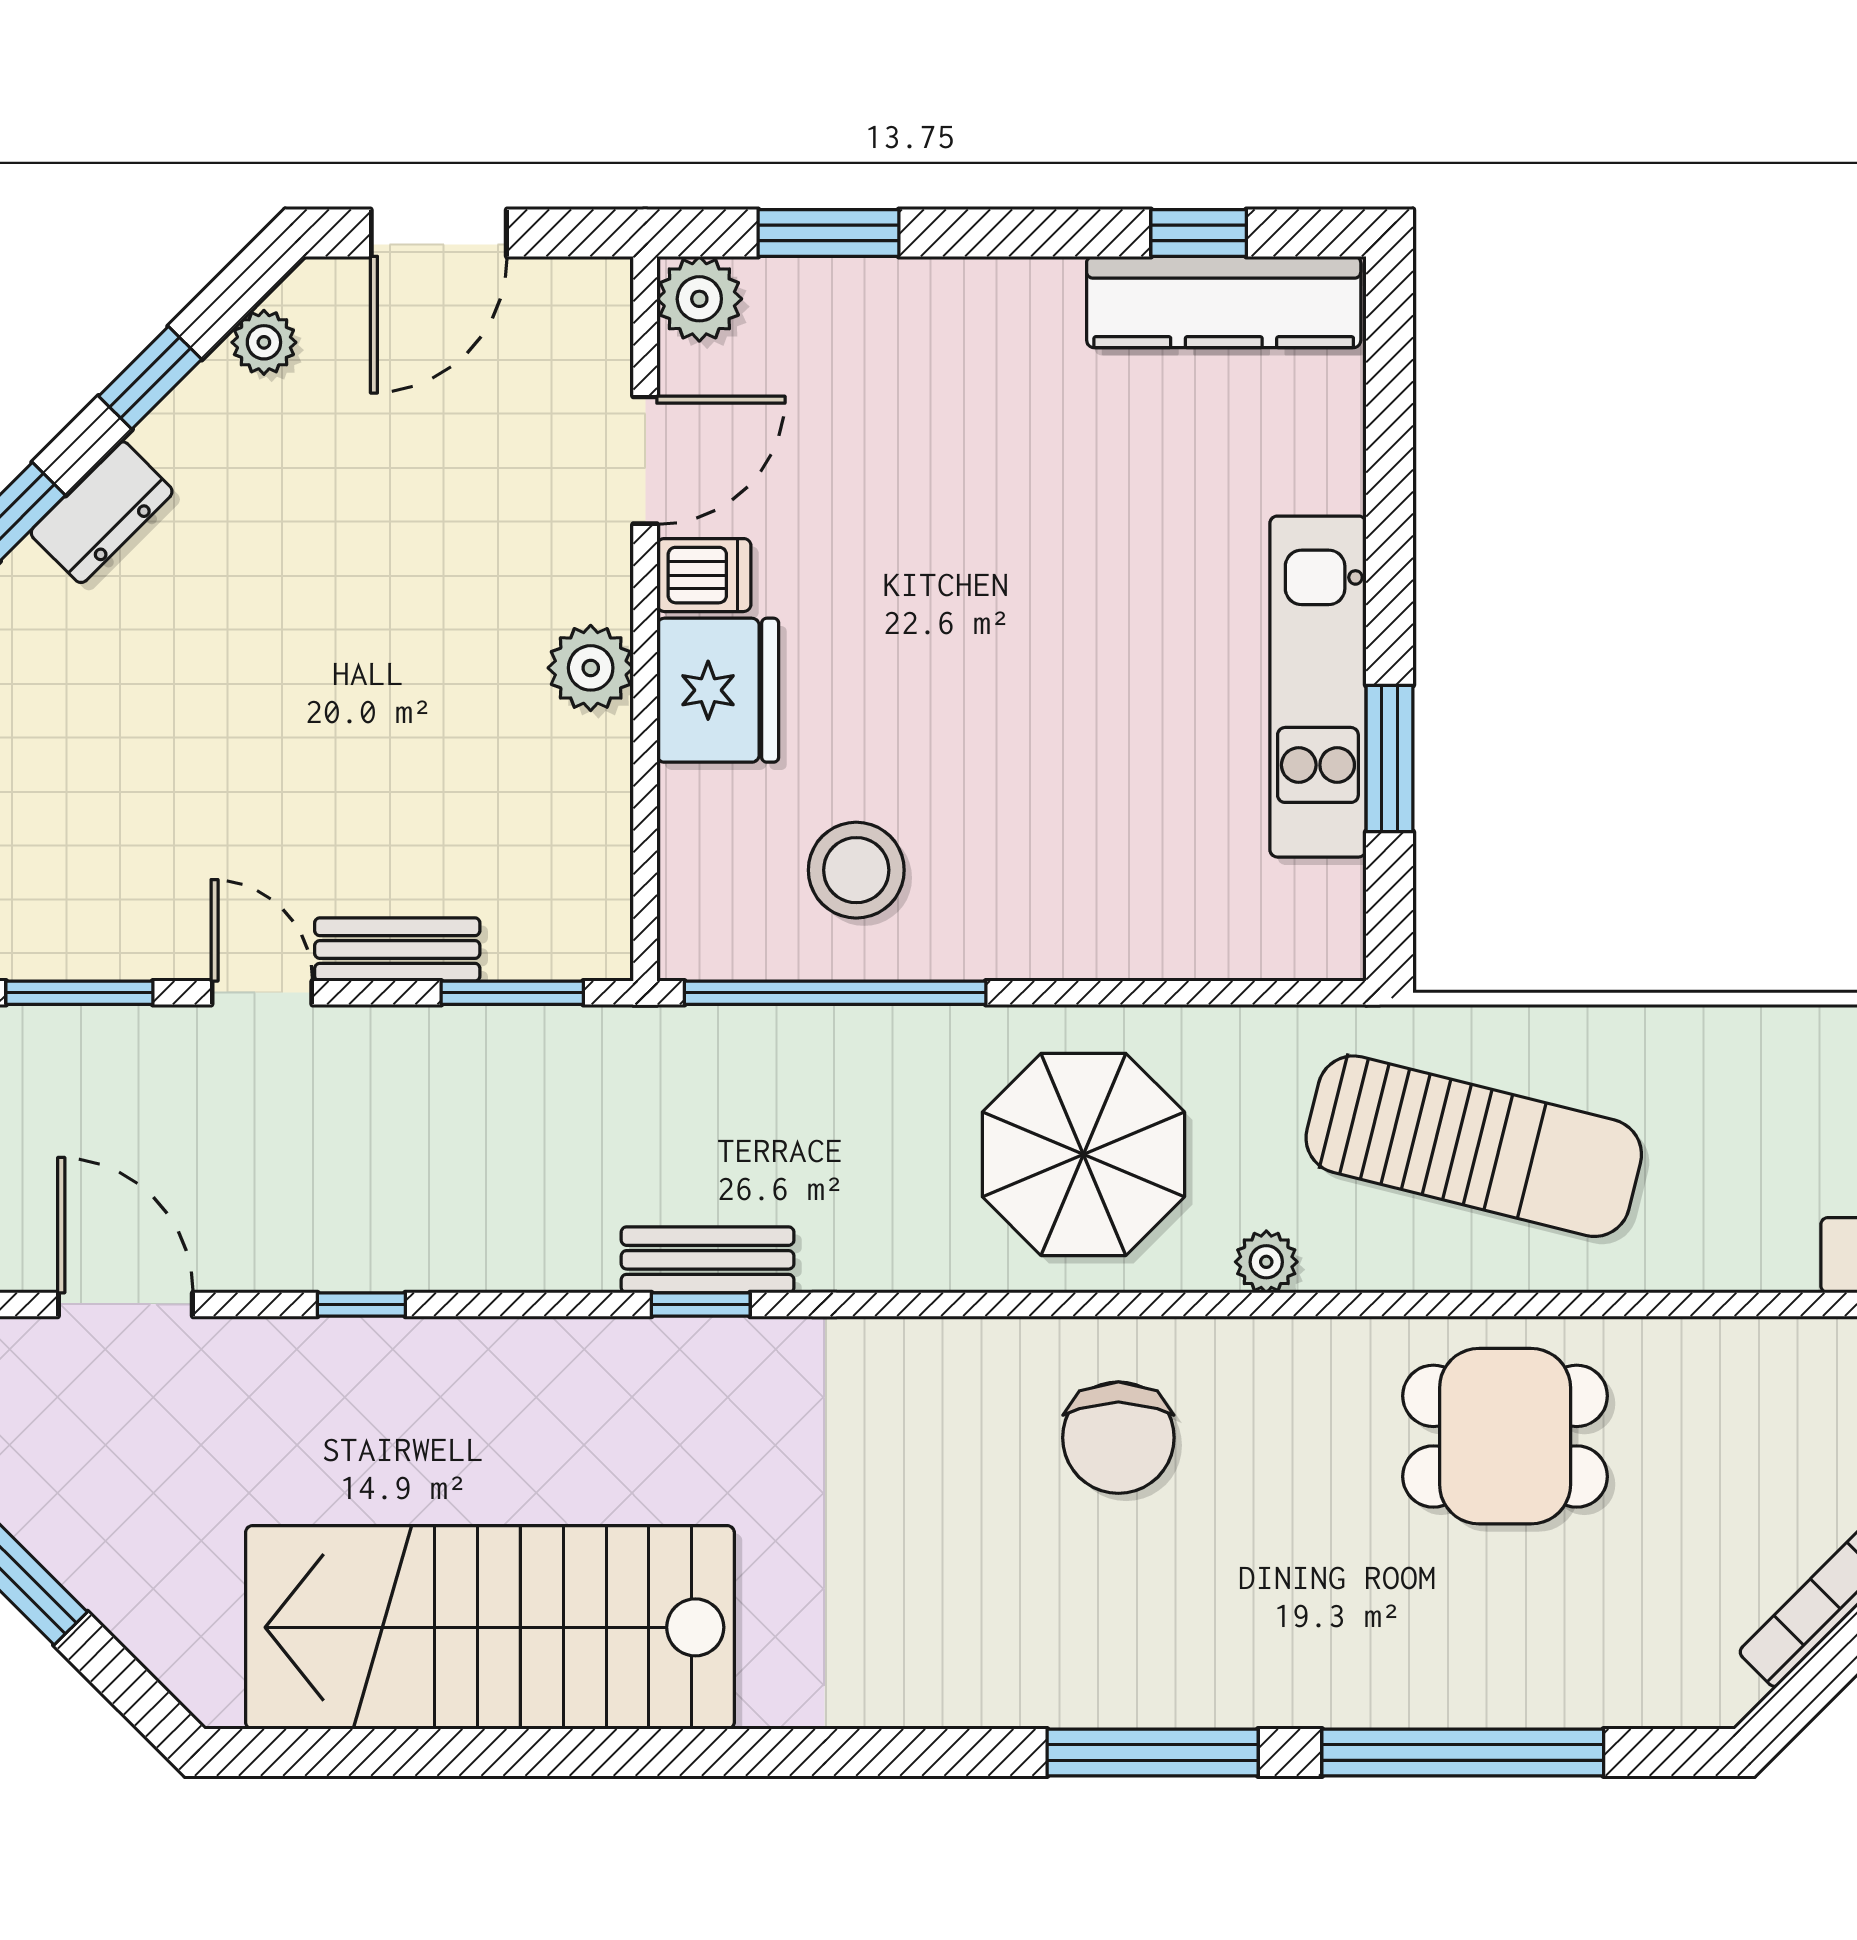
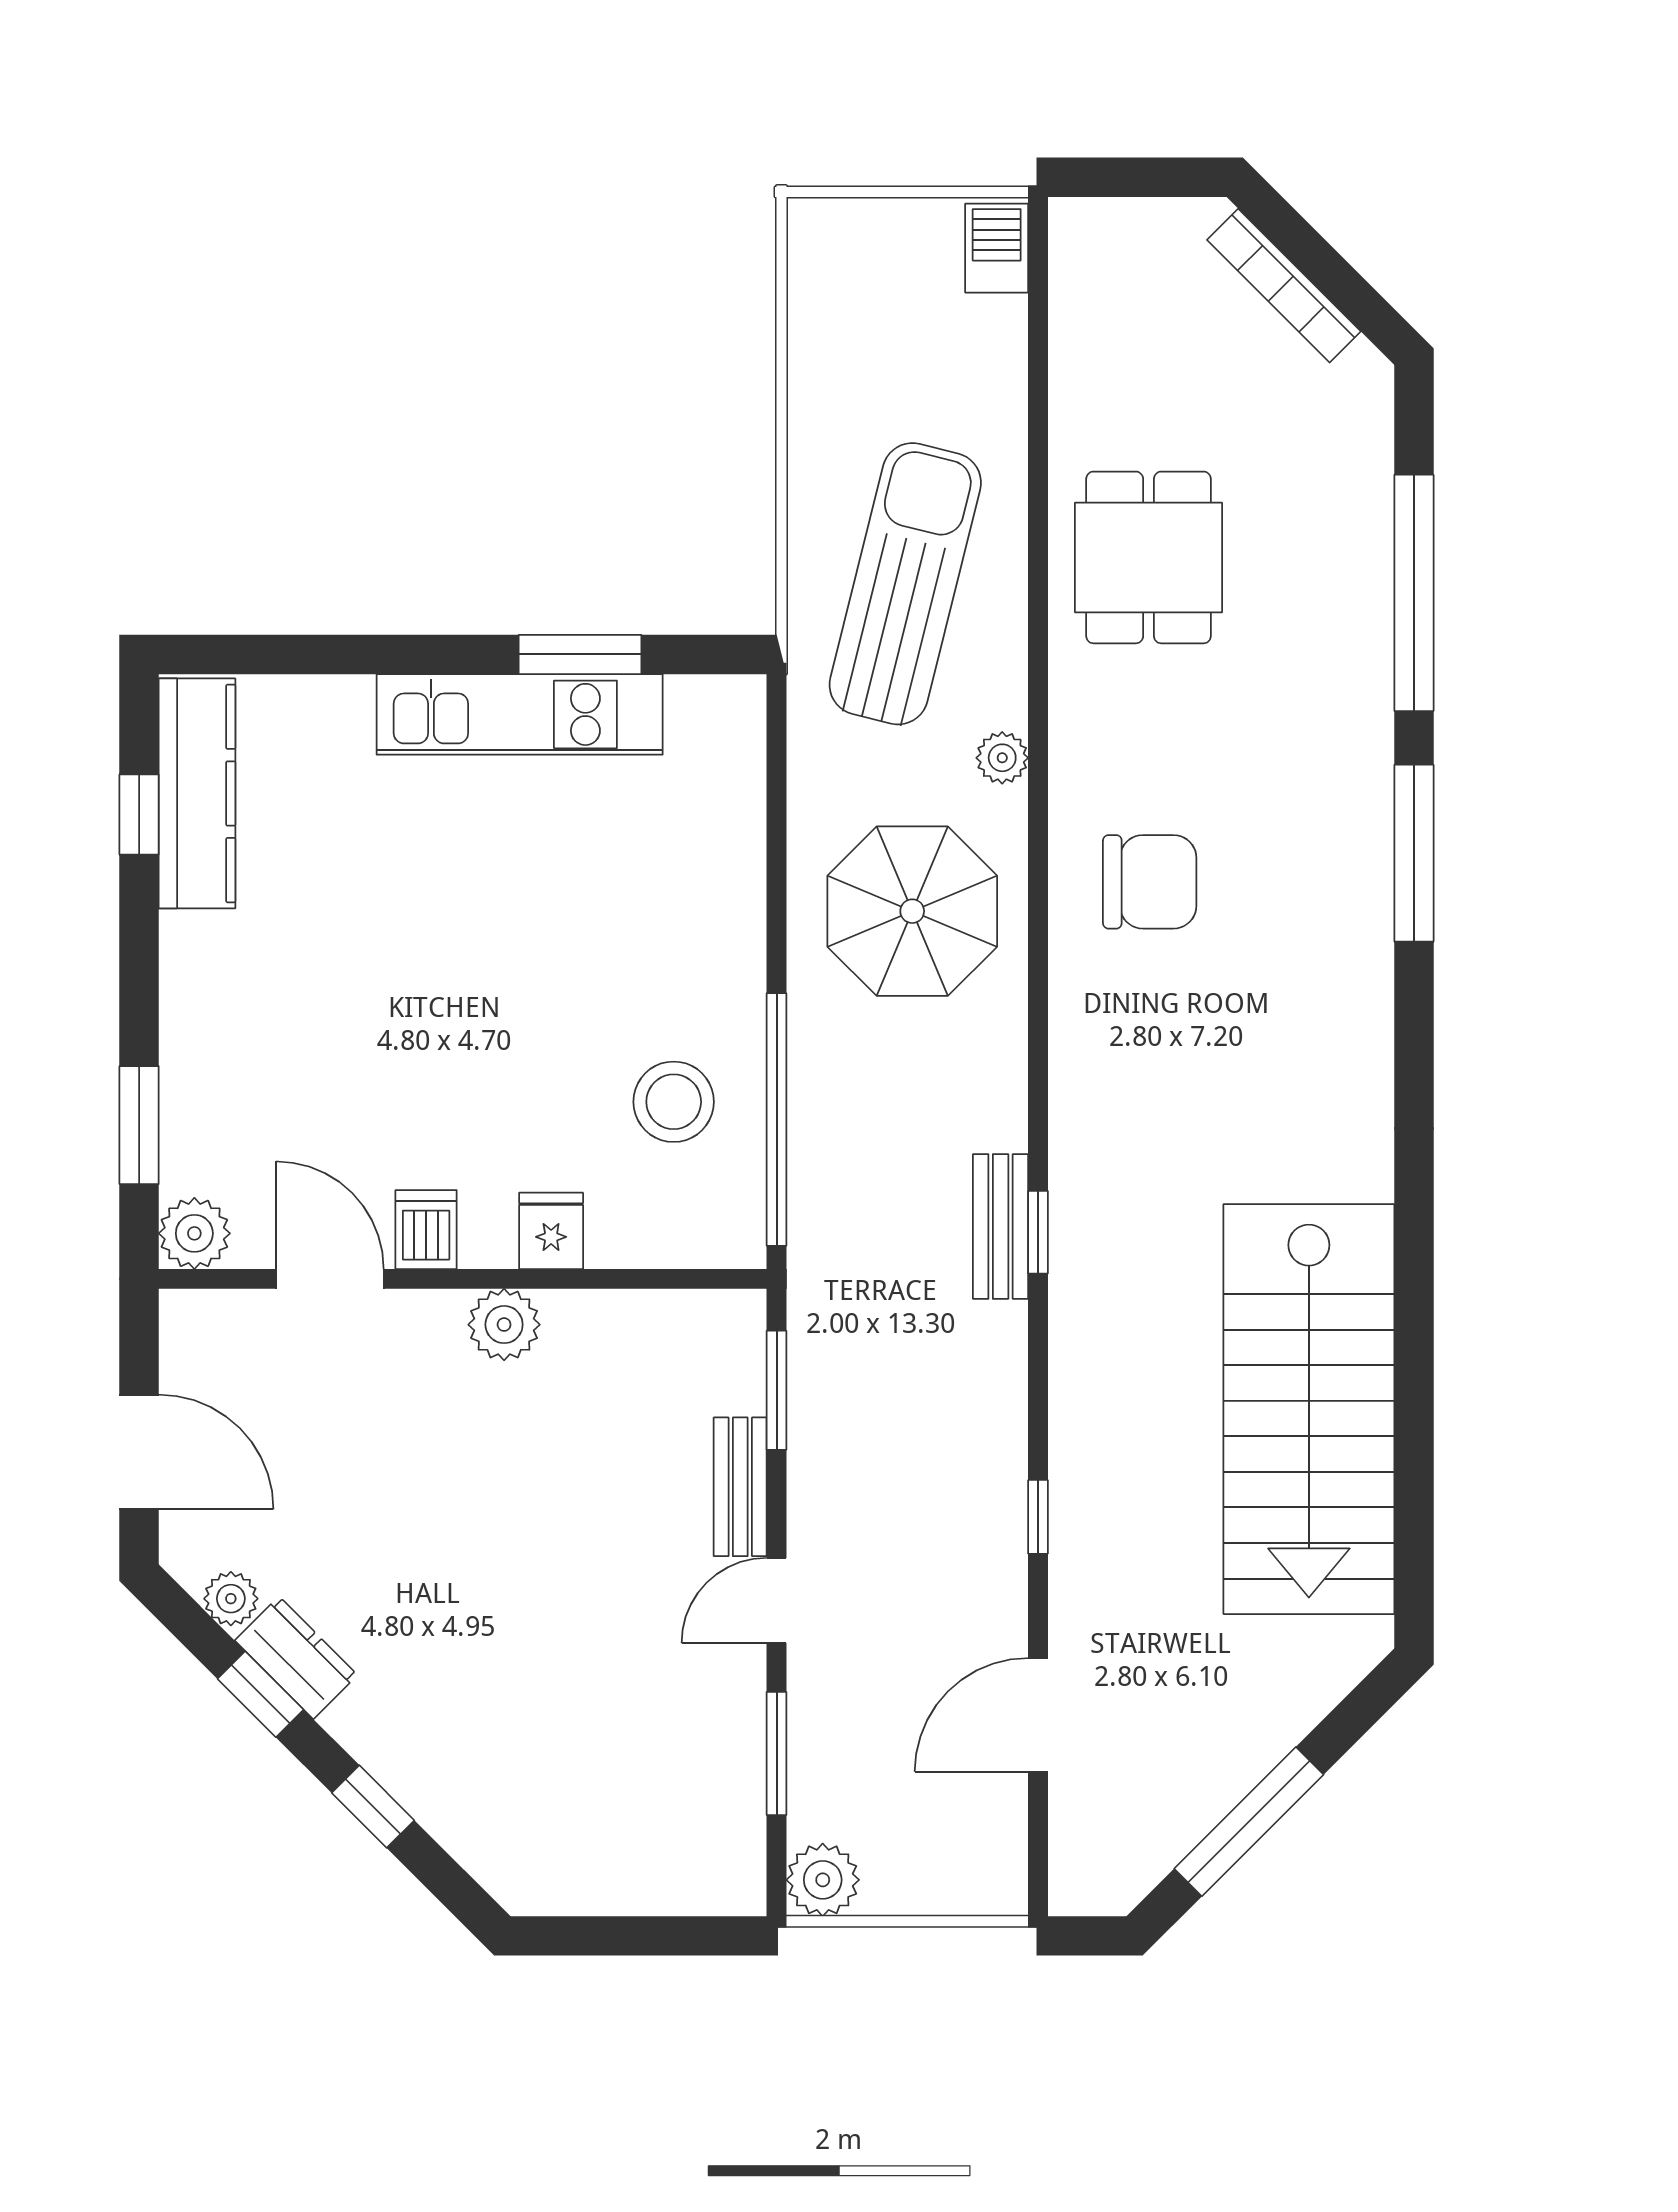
dresser: (102, 512) -> (296, 1658), moved
fridge: (718, 690) -> (551, 1231), width x0.53, depth x0.75

